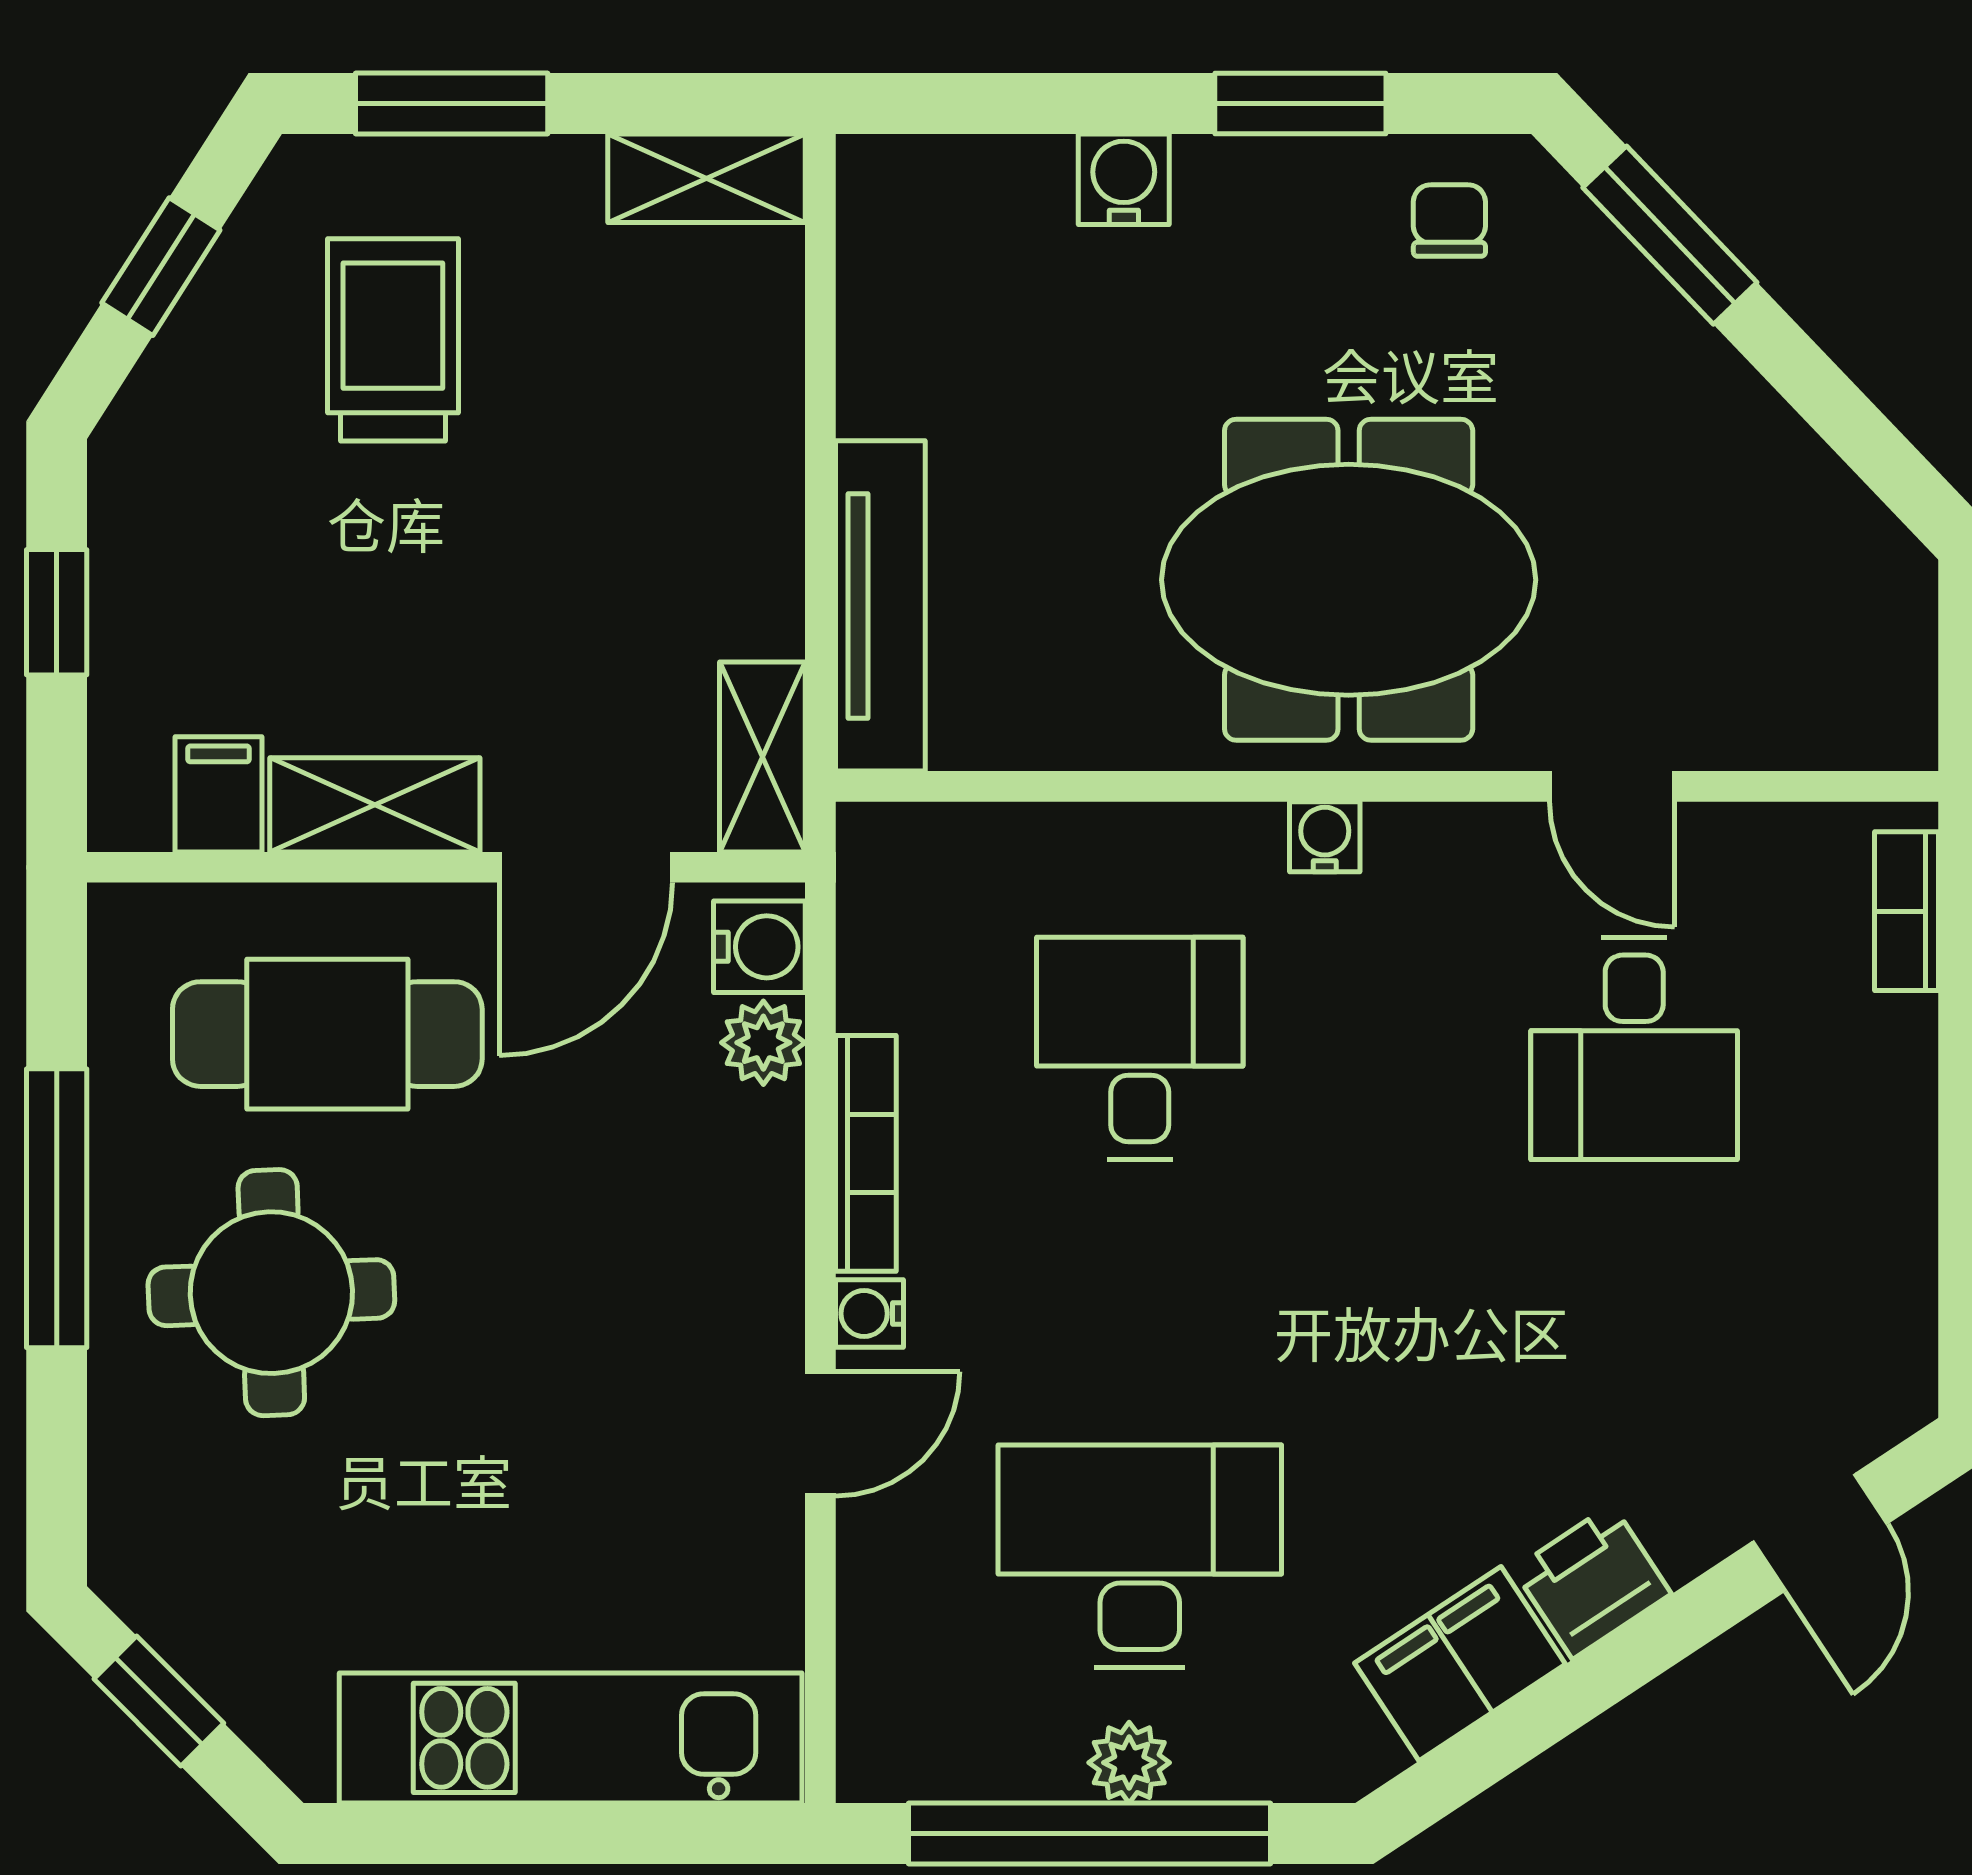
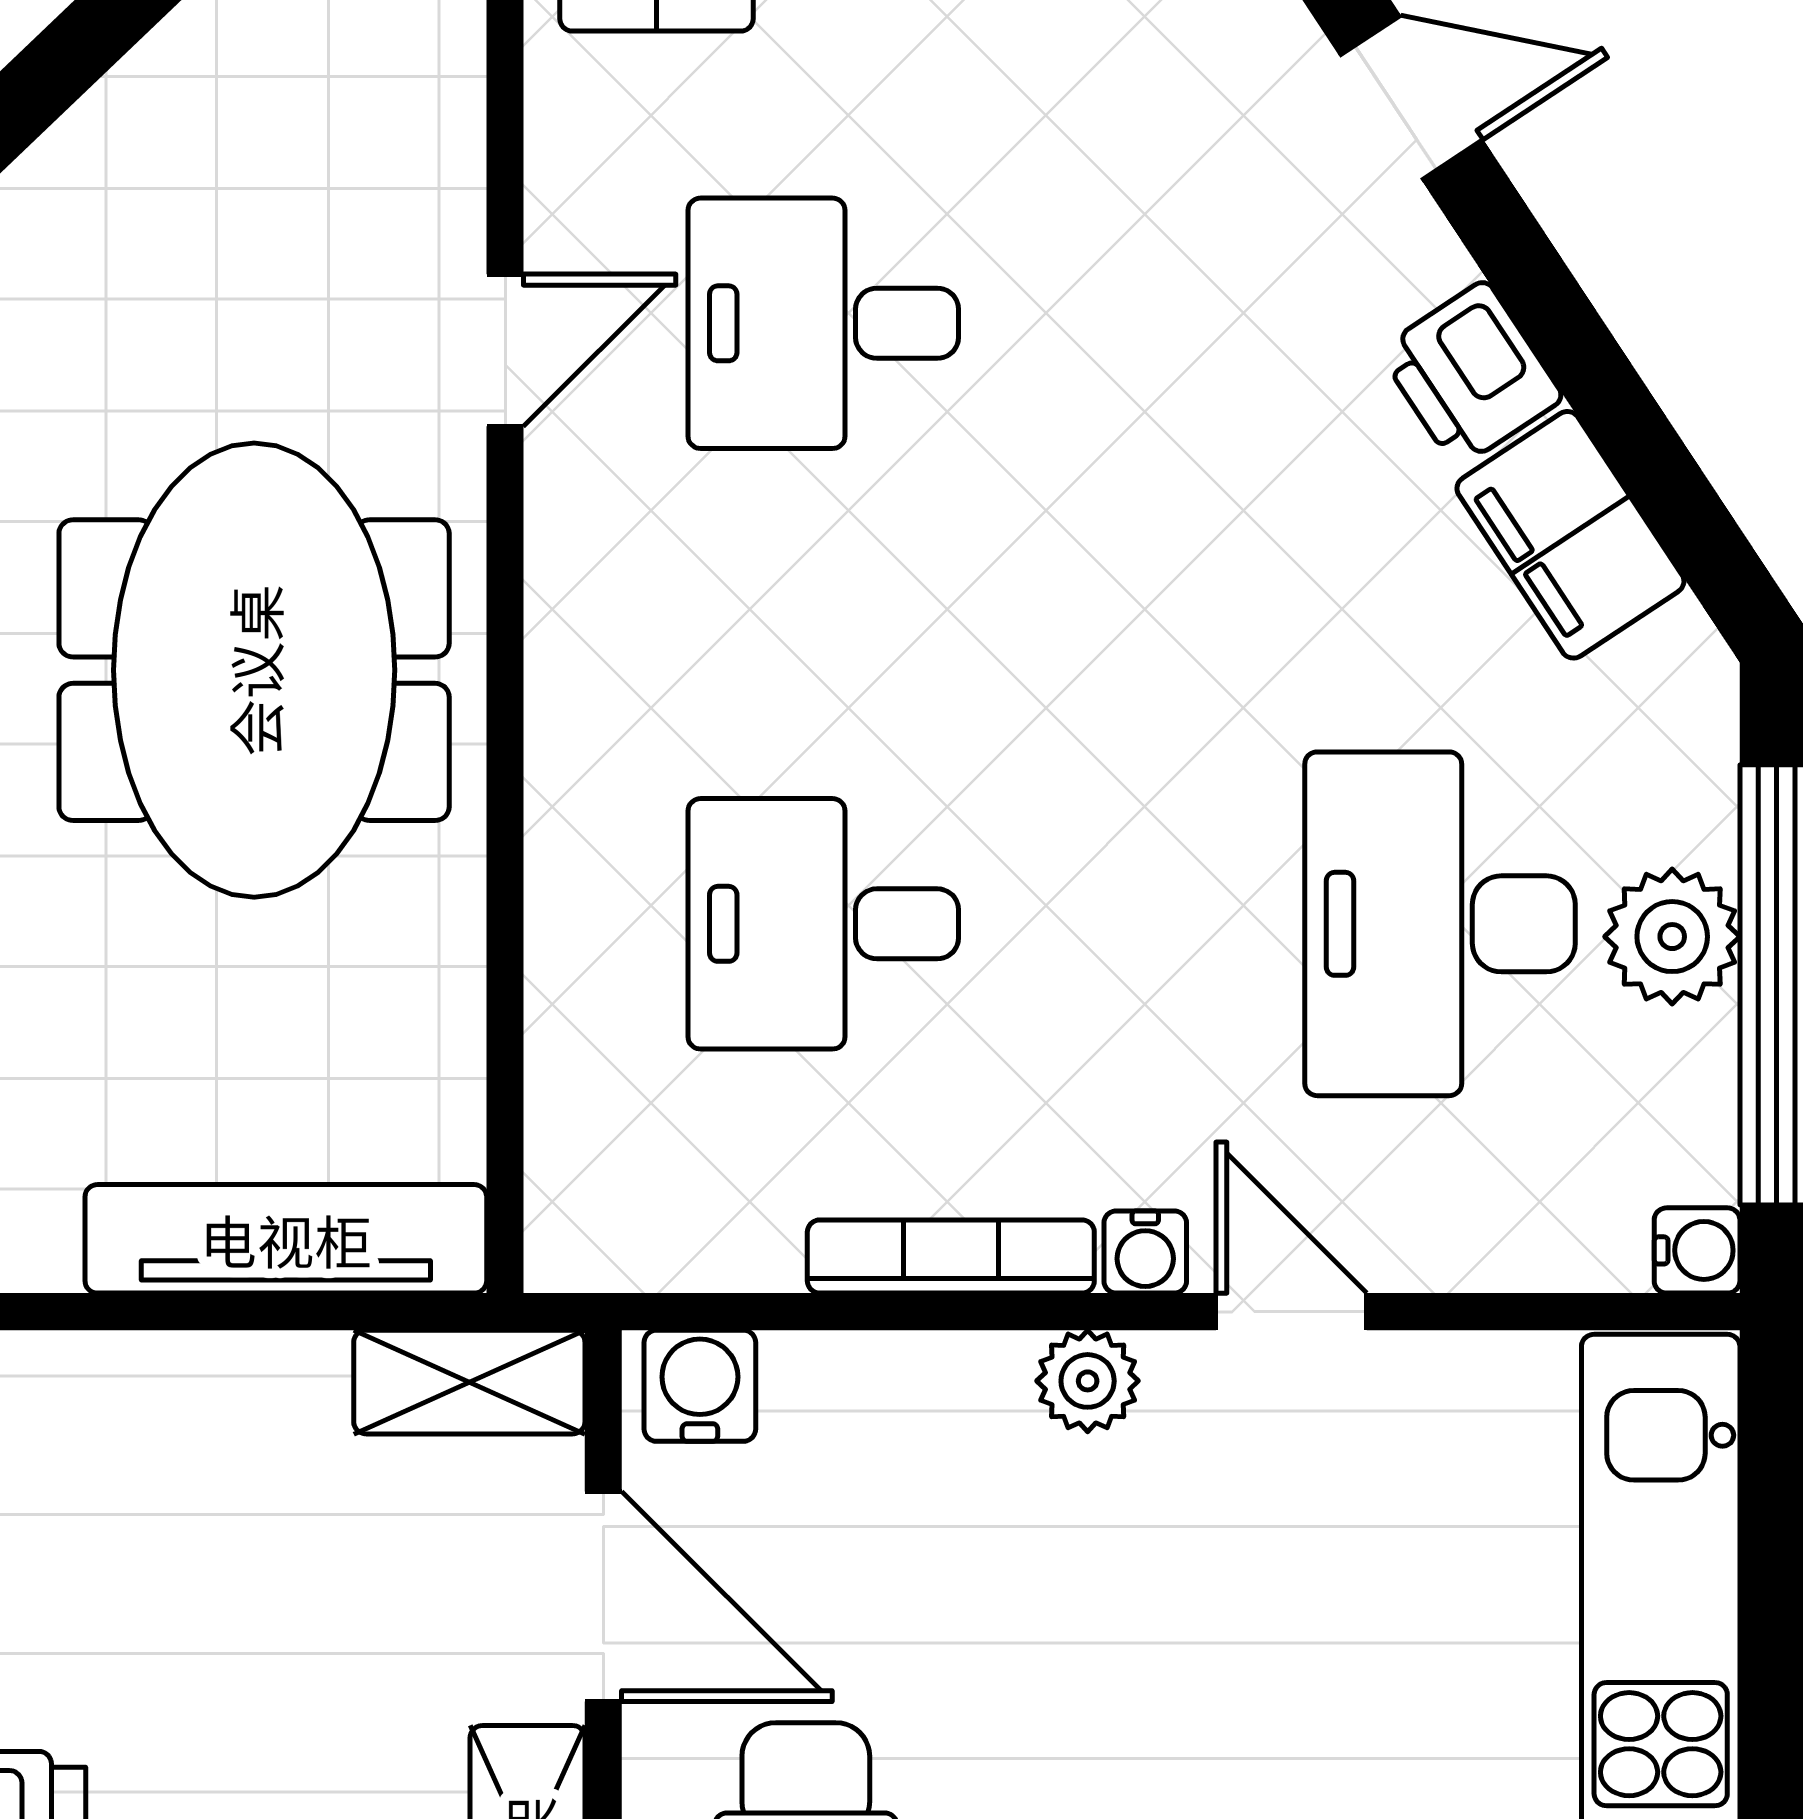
water cooler: (1325, 837) -> (1697, 1250), moved, turned 180
plant: (763, 1043) -> (1088, 1381), moved
desk: (1634, 1048) -> (823, 323), turned 180
plant: (1129, 1763) -> (1672, 937), width x1.38, depth x1.38

